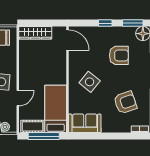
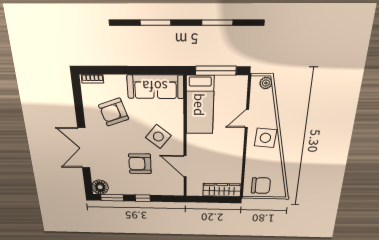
door: (67, 40) -> (185, 166), moved
armchair: (119, 55) -> (140, 164), moved
sofa: (85, 123) -> (155, 87), width x1.36
cot: (32, 126) -> (230, 83), removed

